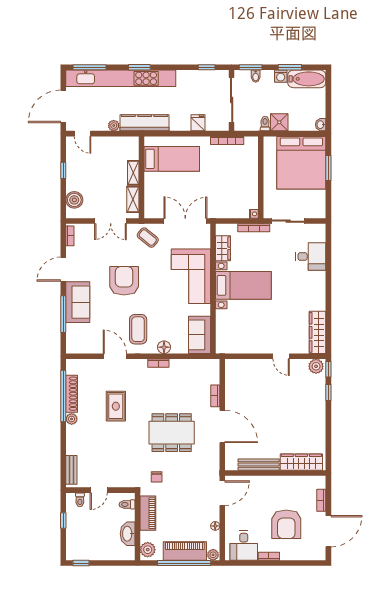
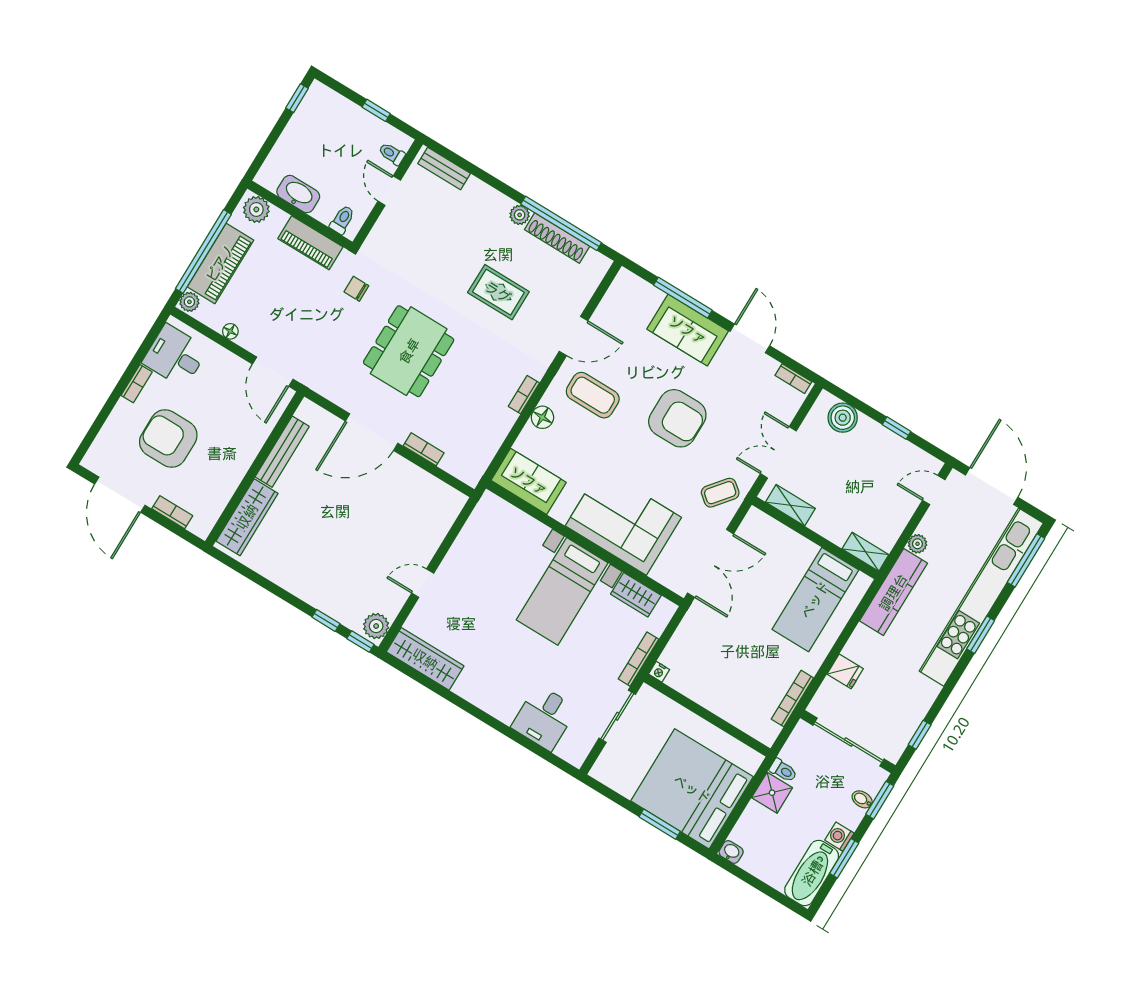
shelving: (133, 173) -> (865, 552), moved

